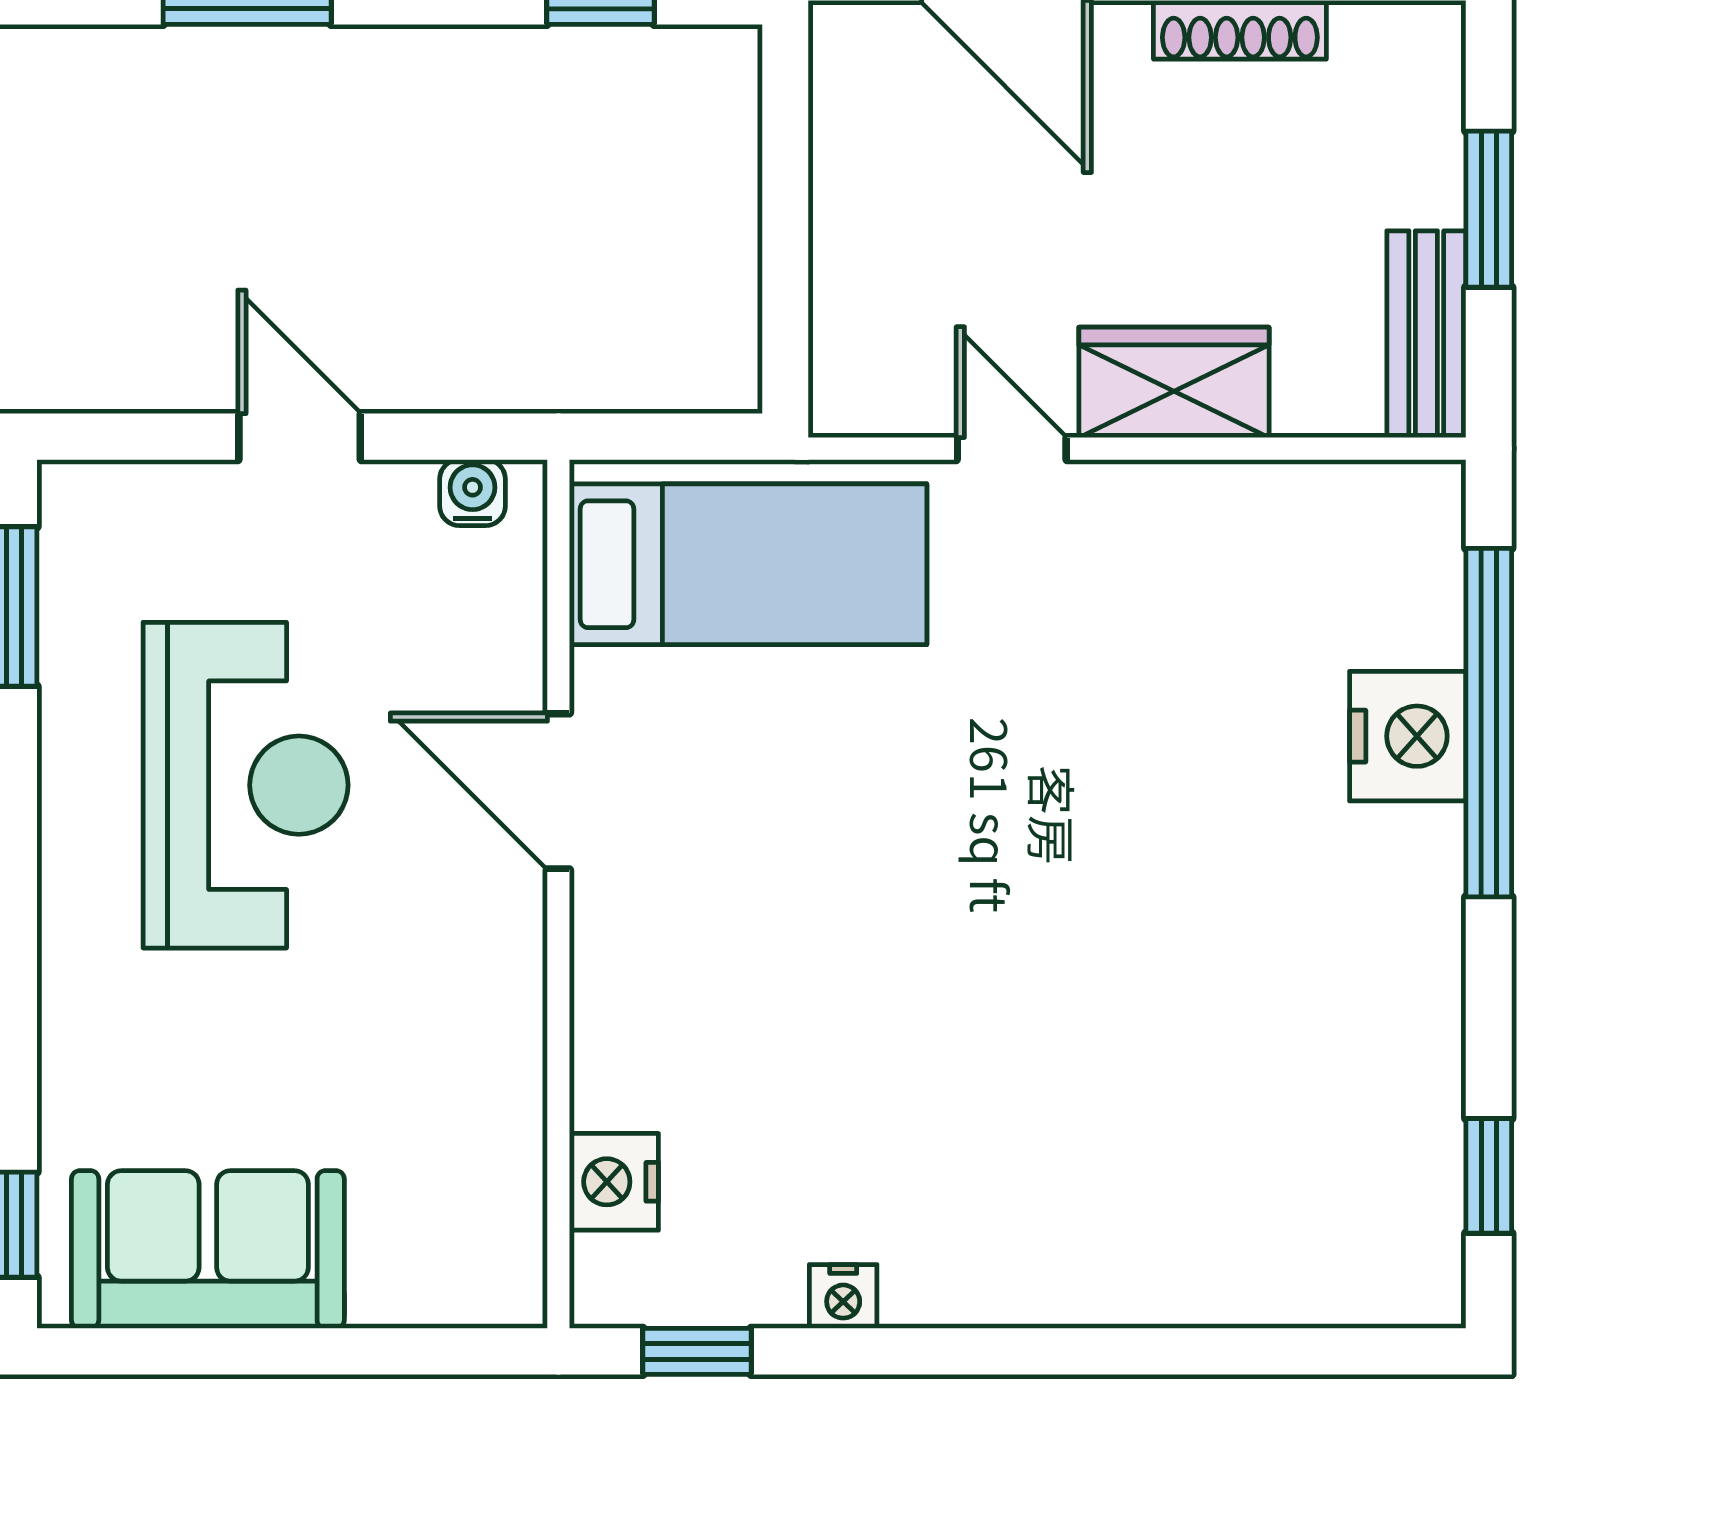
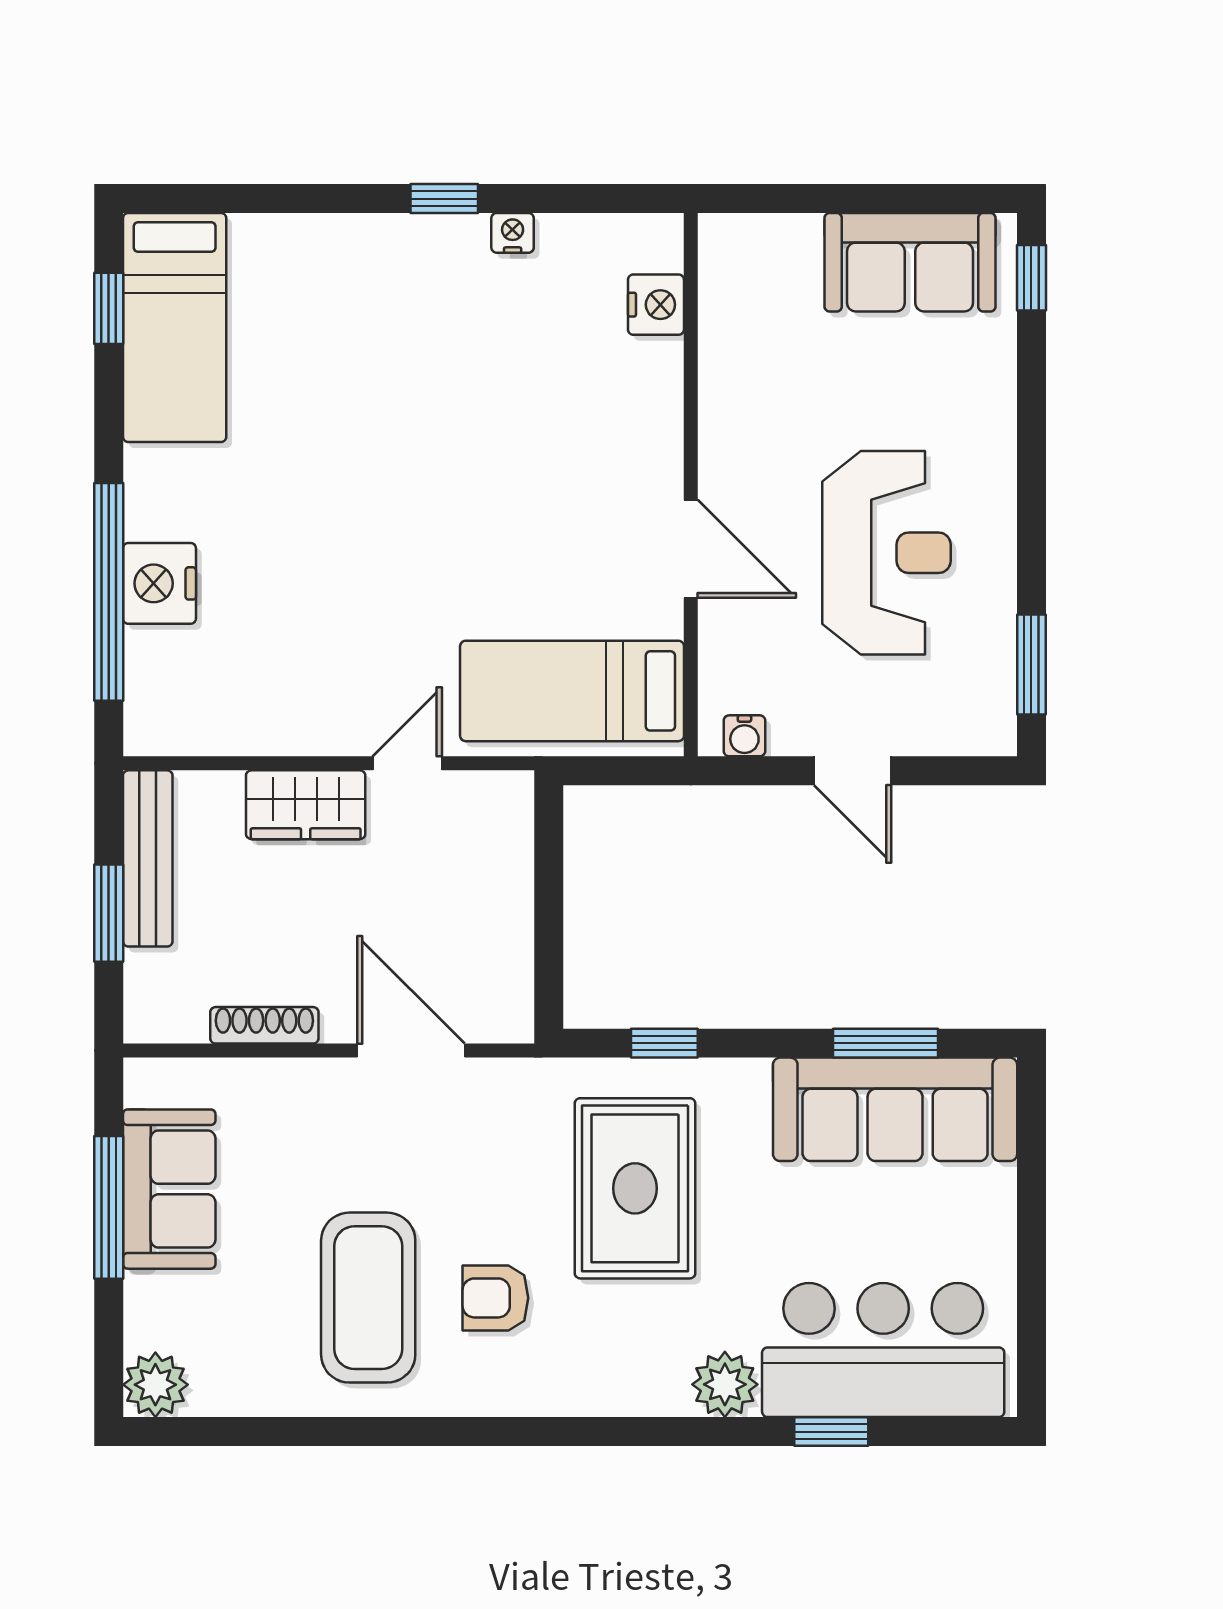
bench: (1426, 334) -> (148, 858), width x1.36
door: (1012, 449) -> (407, 763), swing flipped
reception desk: (246, 785) -> (886, 553), turned 180
bed: (1383, 1145) -> (175, 328), added
window: (697, 1351) -> (444, 199), moved

